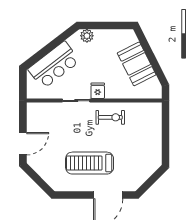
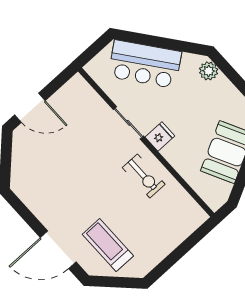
treadmill: (90, 163) -> (108, 245), moved, width x0.73, depth x0.73

